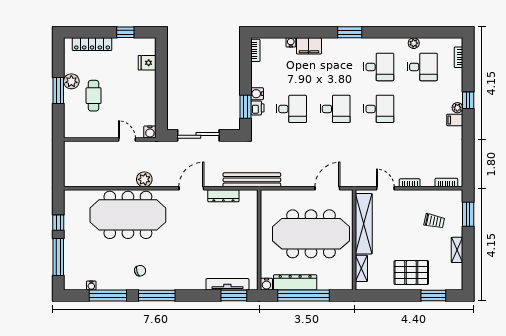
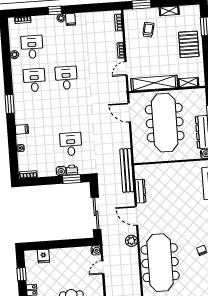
filing cabinet: (309, 46) -> (22, 129), width x0.50
desk: (335, 109) -> (69, 111), removed
plant: (144, 179) -> (131, 241), moved

